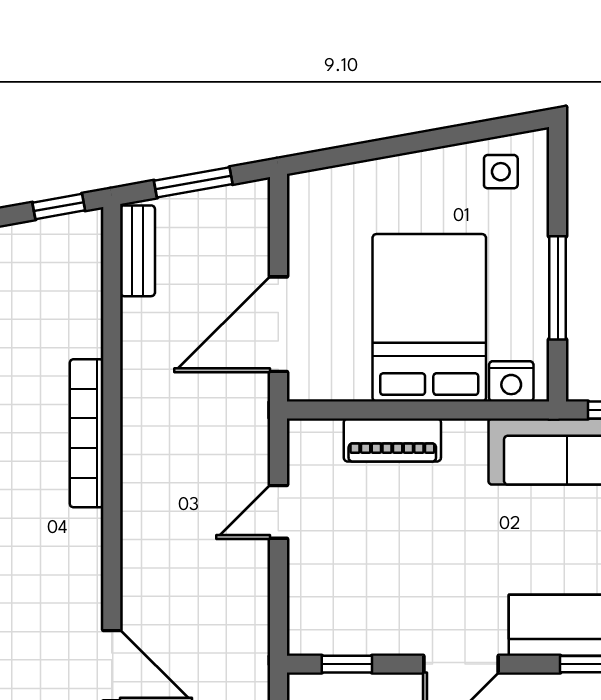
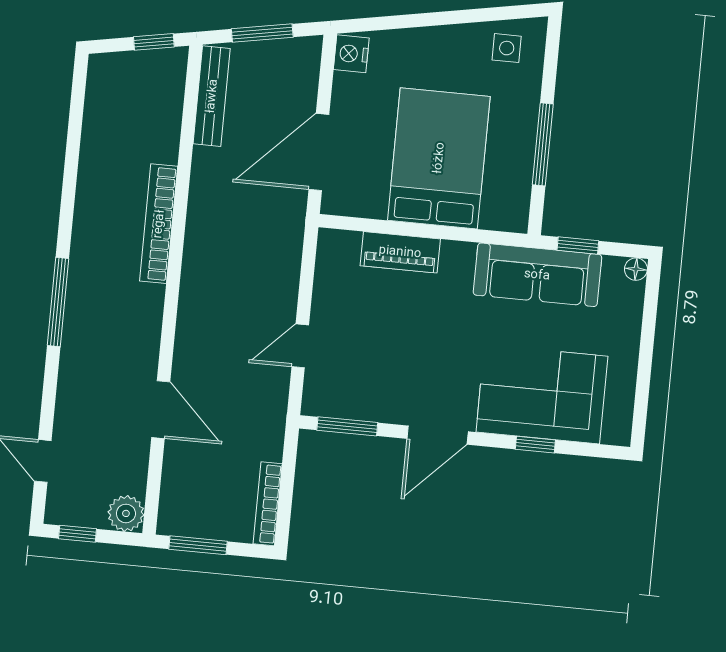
bench: (138, 251) -> (212, 96), width x1.36
nightstand: (511, 381) -> (351, 54), moved, turned 90
door: (278, 512) -> (300, 346), moved
window: (347, 664) -> (347, 426), width x1.50

